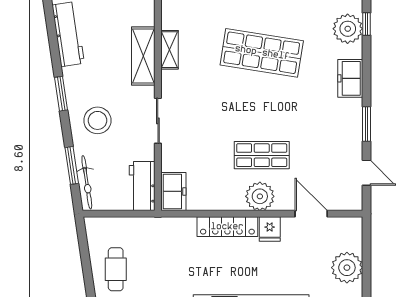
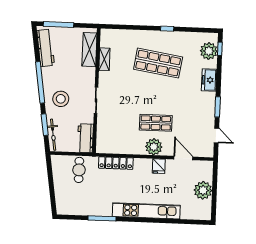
shelving: (143, 56) -> (89, 50), moved
window: (61, 94) -> (40, 82), width x2.11
freezer: (173, 191) -> (103, 142), removed
locker: (227, 227) -> (116, 163), moved
cafe table: (116, 269) -> (79, 170), moved

